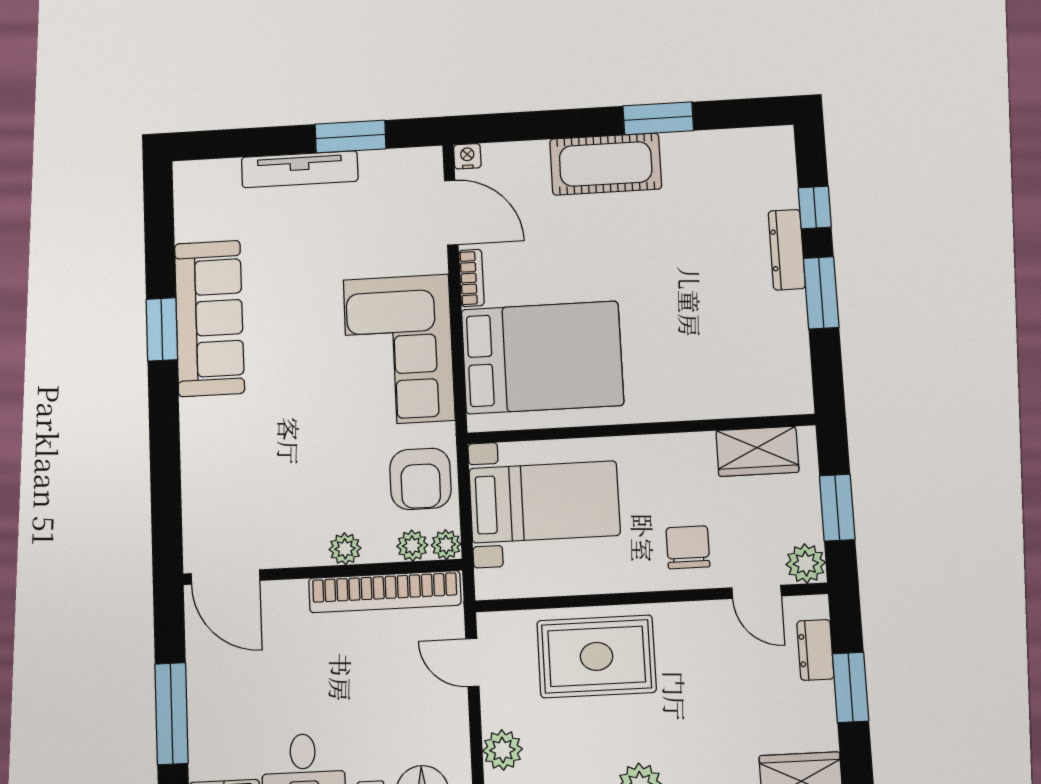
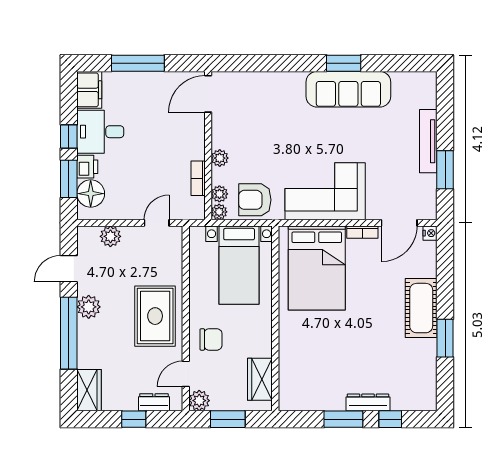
bookcase: (385, 592) -> (198, 178), width x0.43, depth x0.76
rug: (597, 656) -> (155, 316), moved
window: (851, 687) -> (134, 419), width x0.67

